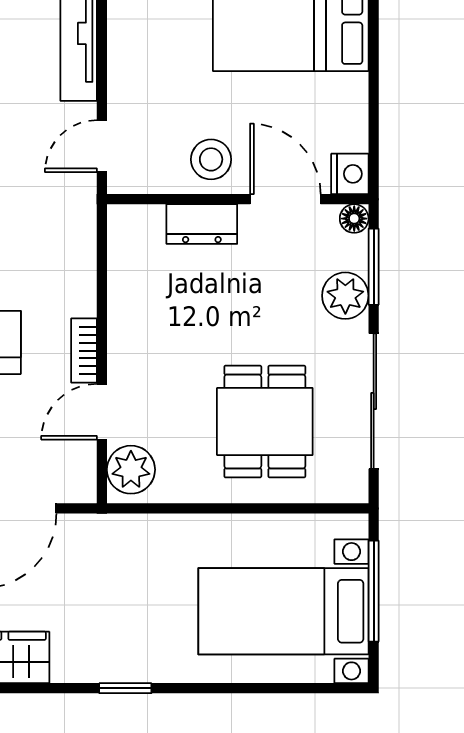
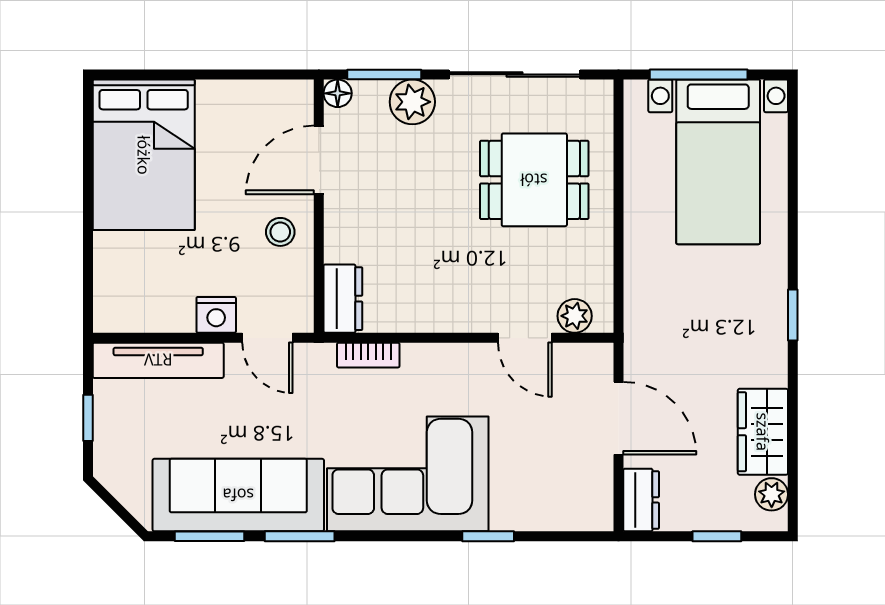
stool: (211, 159) -> (280, 232), width x0.73, depth x0.73
nightstand: (350, 174) -> (216, 315), moved, turned 180
dresser: (202, 224) -> (343, 299), moved
bookcase: (84, 351) -> (368, 355), moved
plant: (131, 470) -> (575, 316), width x0.73, depth x0.73

